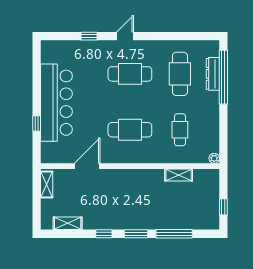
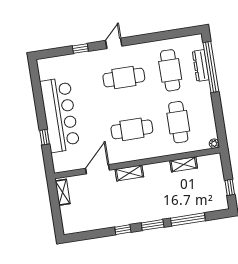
cafe table: (180, 130) -> (178, 122), width x1.37, depth x1.35
shelving: (68, 223) -> (129, 173), moved

